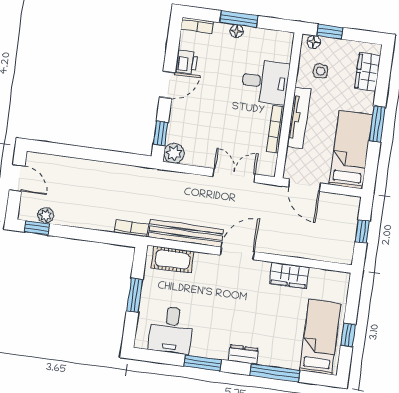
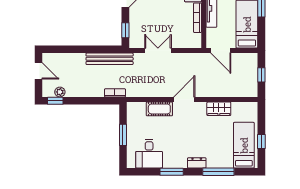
plant: (174, 153) -> (136, 42), removed
double door: (234, 175) -> (158, 50), moved
bench: (186, 233) -> (110, 59), moved
cot: (173, 259) -> (159, 109), moved

